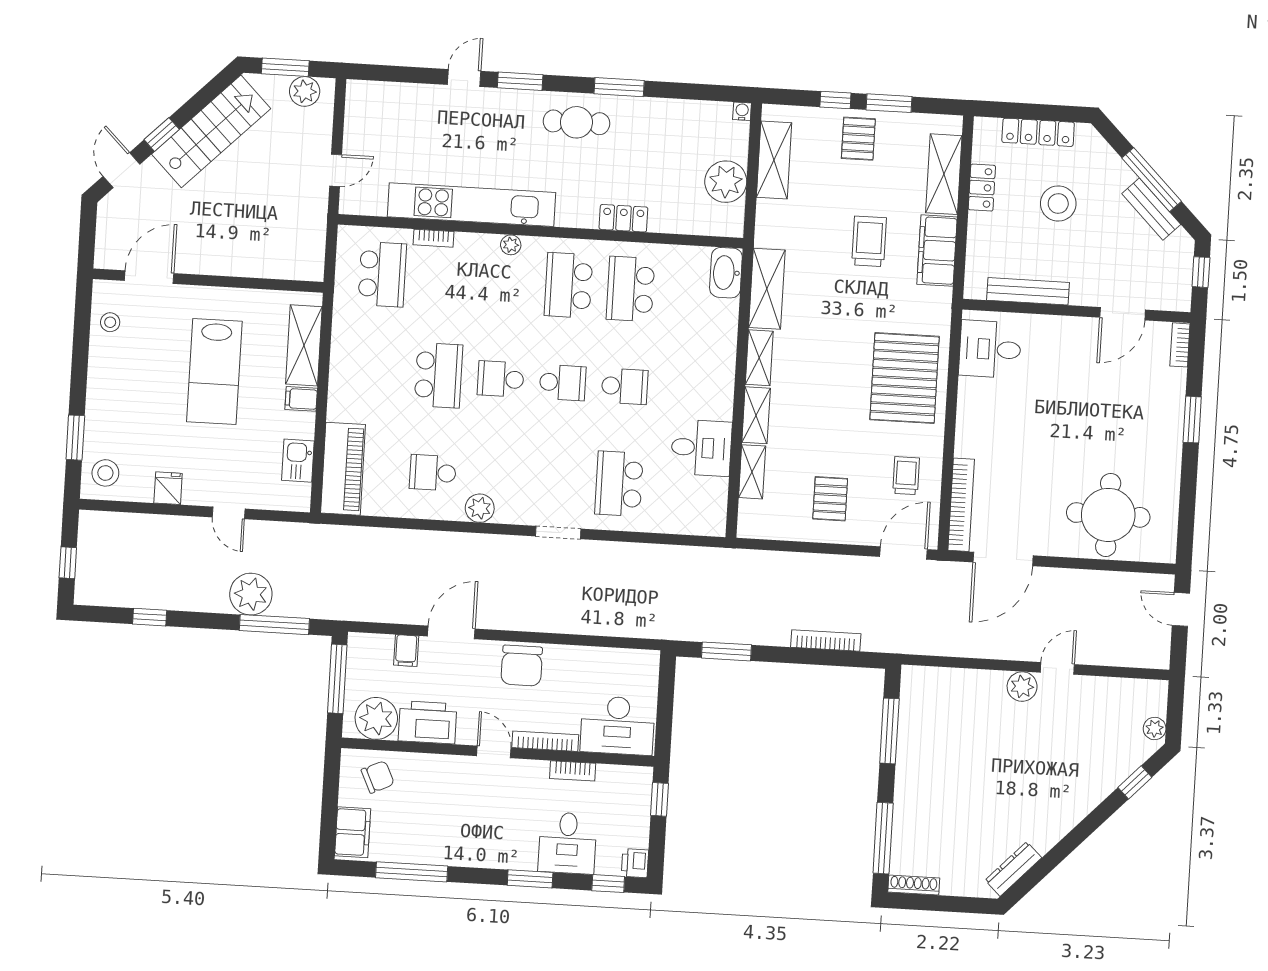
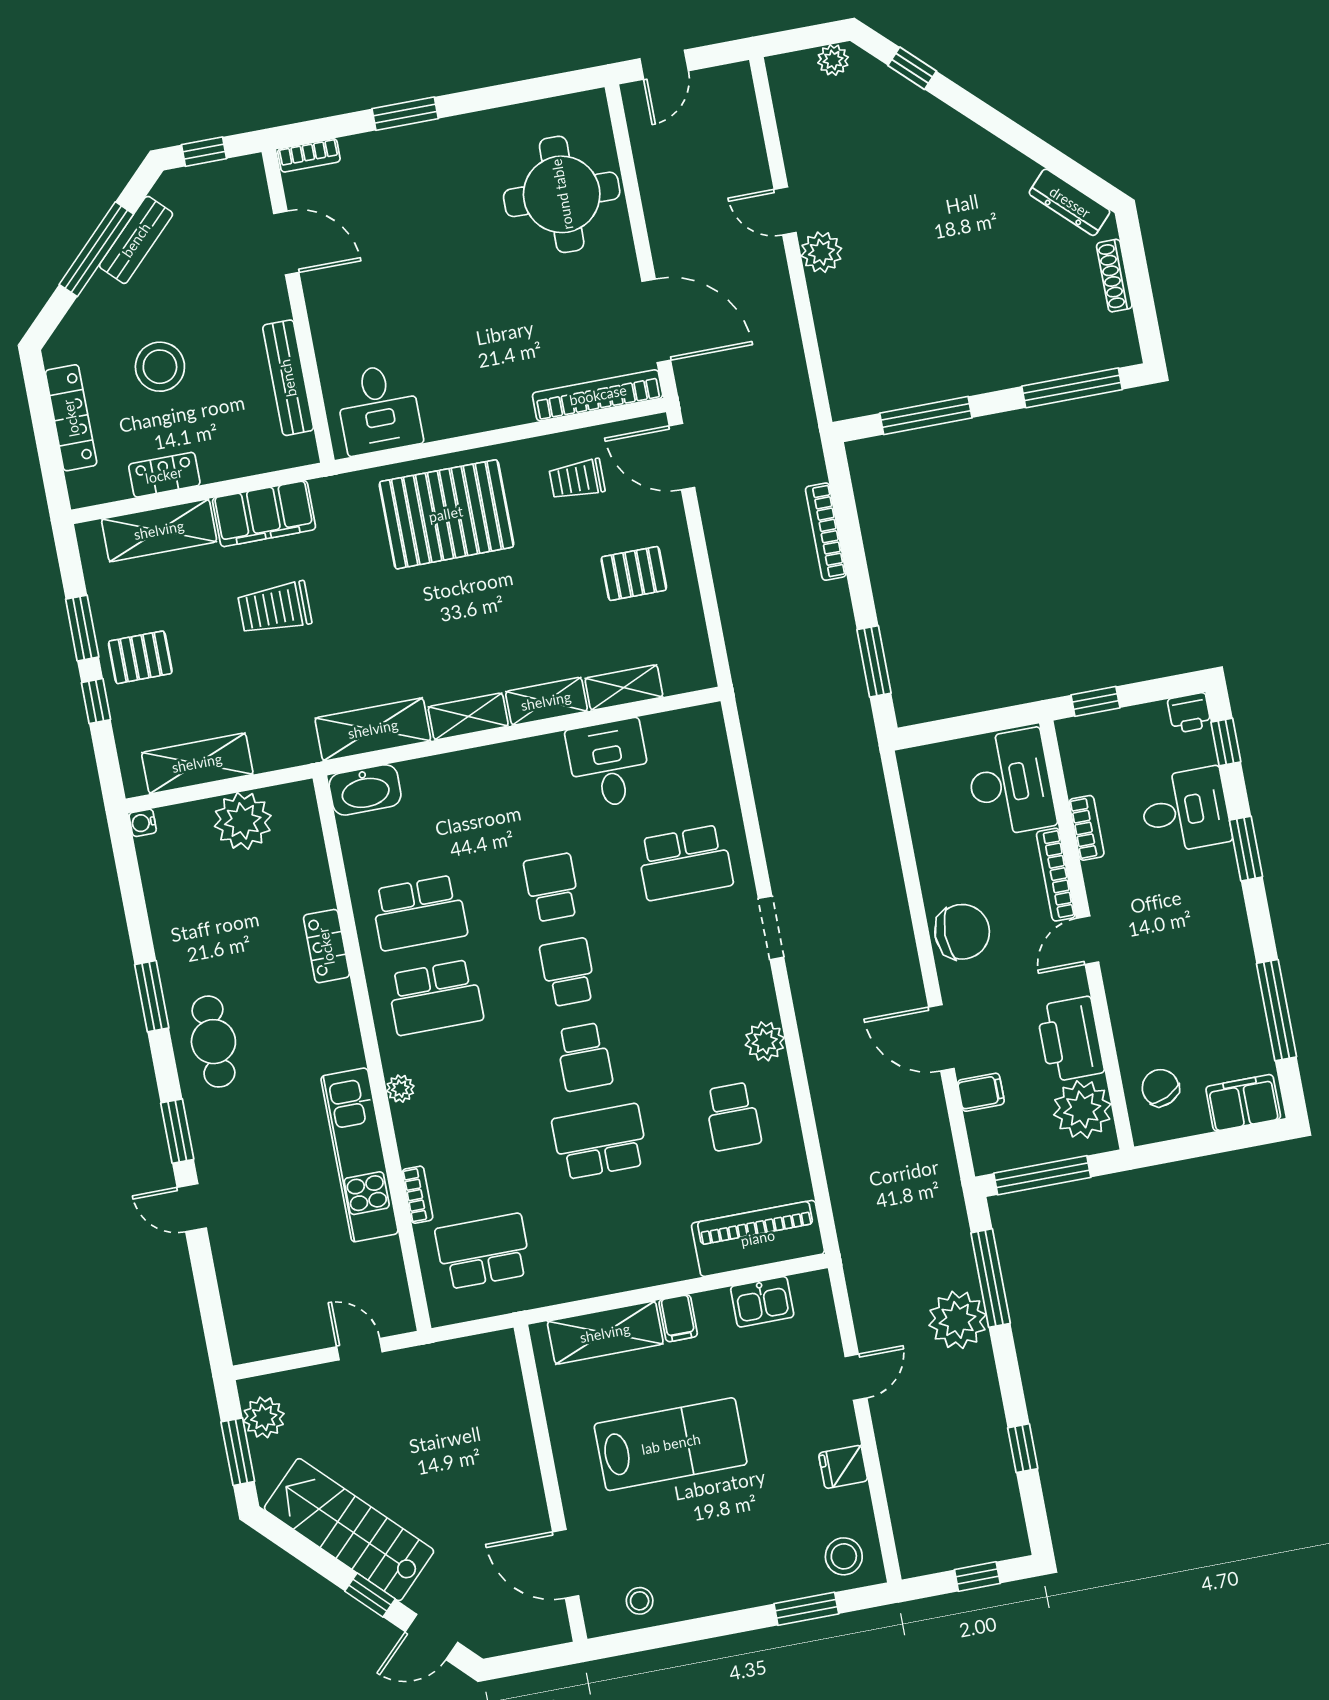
kitchen unit: (472, 205) -> (360, 1155), width x0.73
shoe rack: (914, 885) -> (1114, 276), moved

